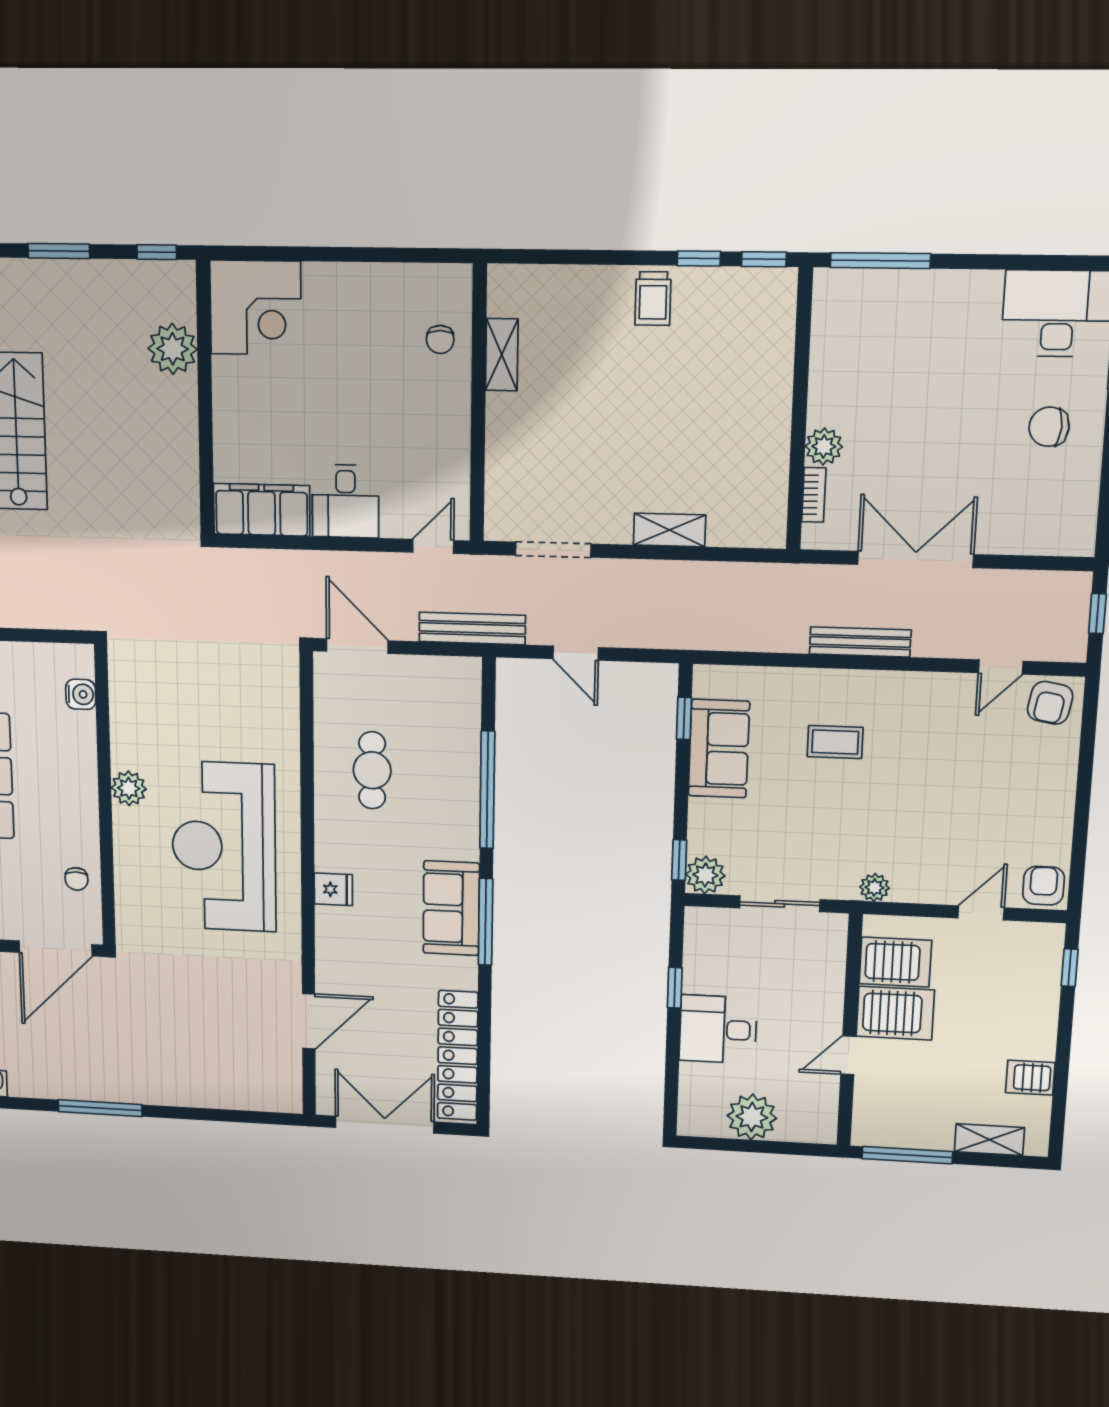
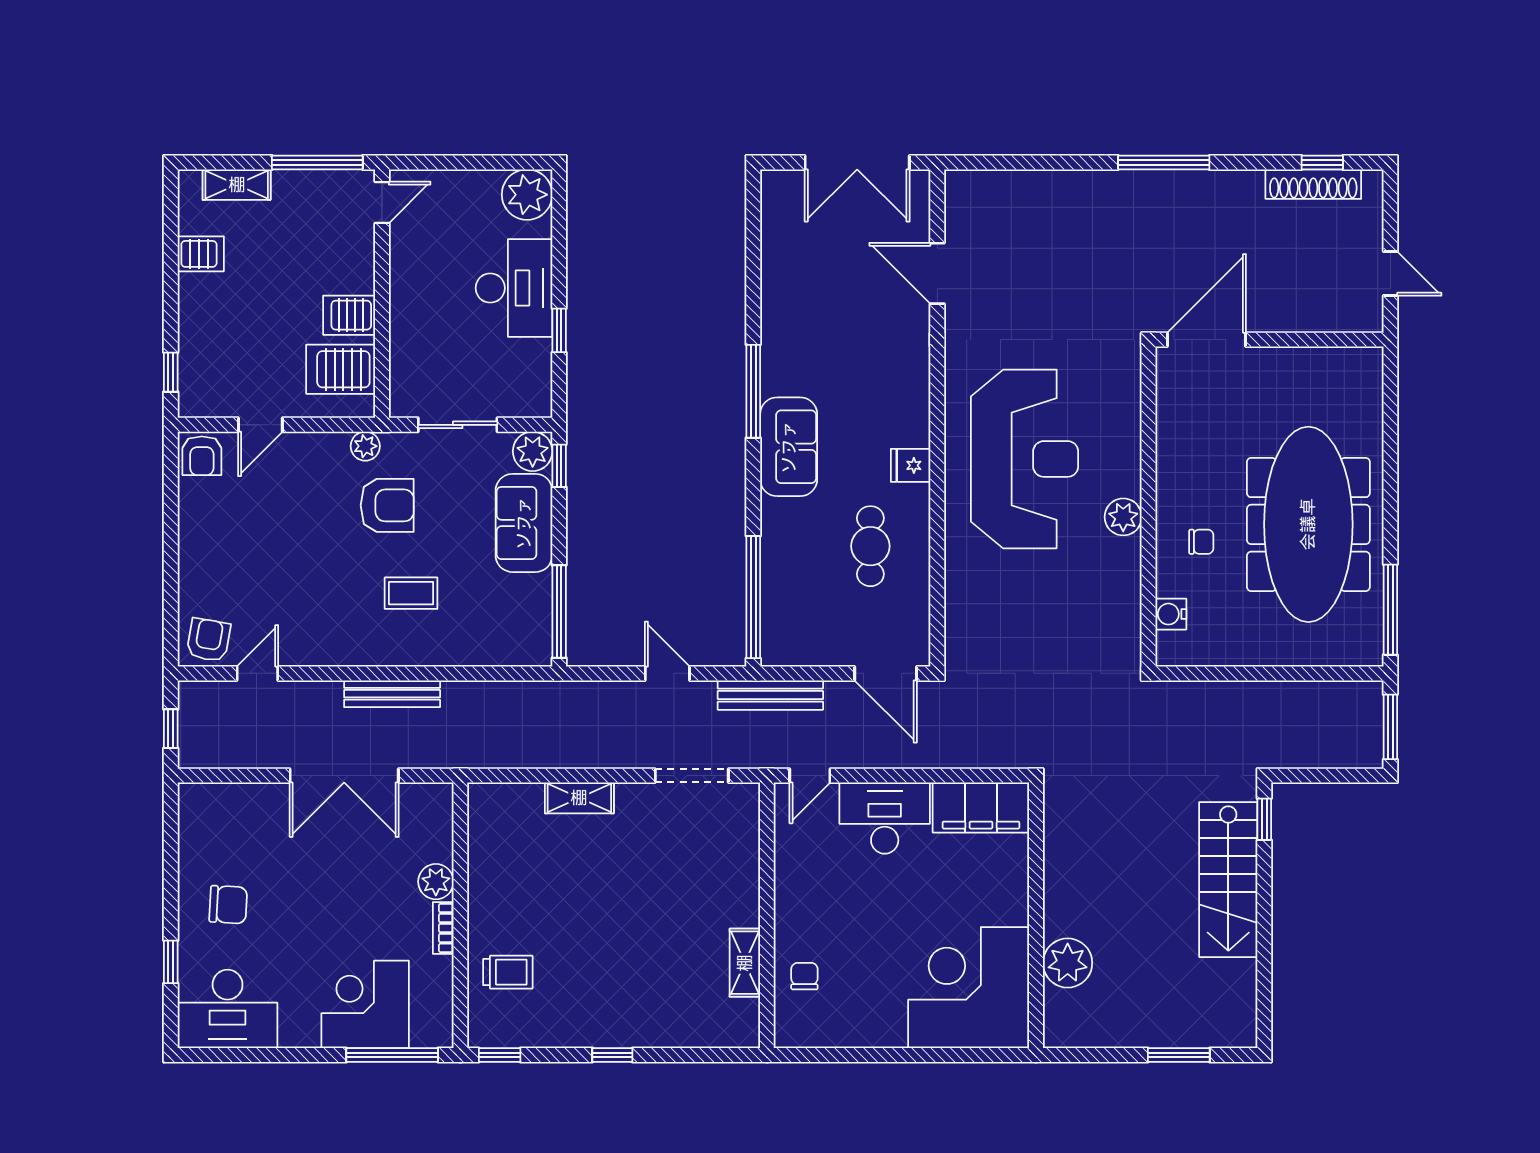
window: (157, 252) -> (1081, 1055), removed
window: (699, 258) -> (612, 1055), moved
trolley: (653, 299) -> (508, 972), moved, turned 90
corner desk: (256, 308) -> (969, 988), width x1.36, depth x1.36
corner desk: (907, 316) -> (365, 1004), added
bookcase: (814, 495) -> (443, 928), moved
desk: (346, 501) -> (885, 818), width x1.37
window: (684, 718) -> (559, 612), width x2.17
sofa: (719, 749) -> (524, 523), moved
window: (487, 790) -> (753, 597), moved
armchair: (855, 829) -> (387, 505), added
chair: (76, 879) -> (1201, 542), moved, turned 90
fridge: (333, 889) -> (911, 465), moved
sofa: (451, 908) -> (789, 447), moved
server rack: (895, 1013) -> (349, 315), width x0.73, depth x0.70
door: (309, 1021) -> (937, 273), hinge flipped
desk: (718, 1029) -> (514, 288), width x1.37
door: (848, 1055) -> (382, 202), moved
locker: (458, 1056) -> (781, 244), removed
plant: (752, 1117) -> (527, 195), moved

